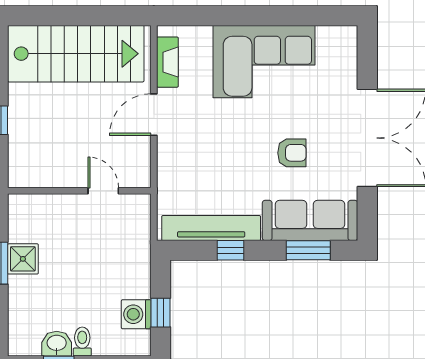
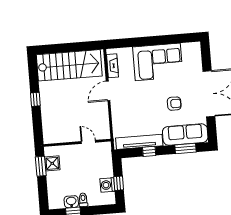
wall: (79, 191) -> (77, 143), moved
door: (103, 191) -> (88, 142), moved

